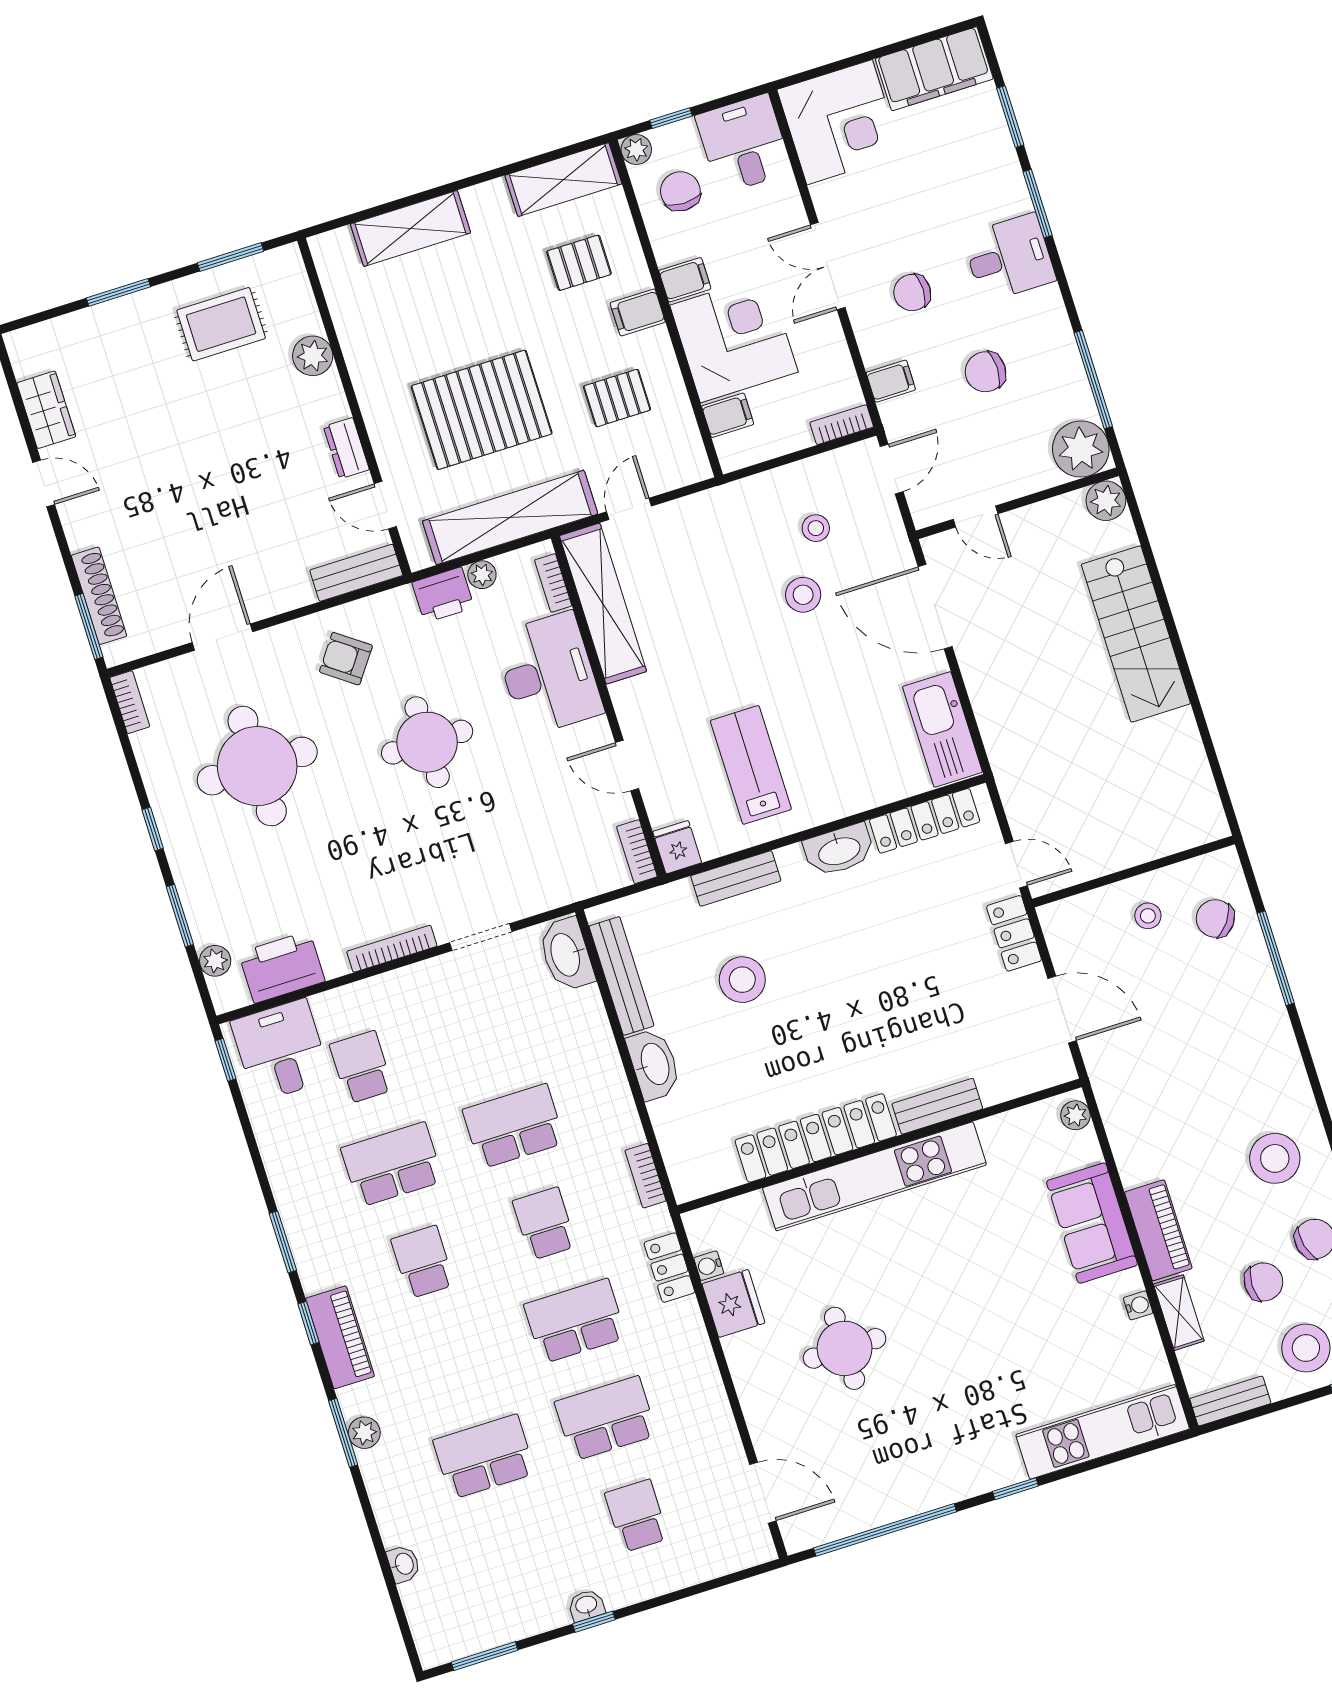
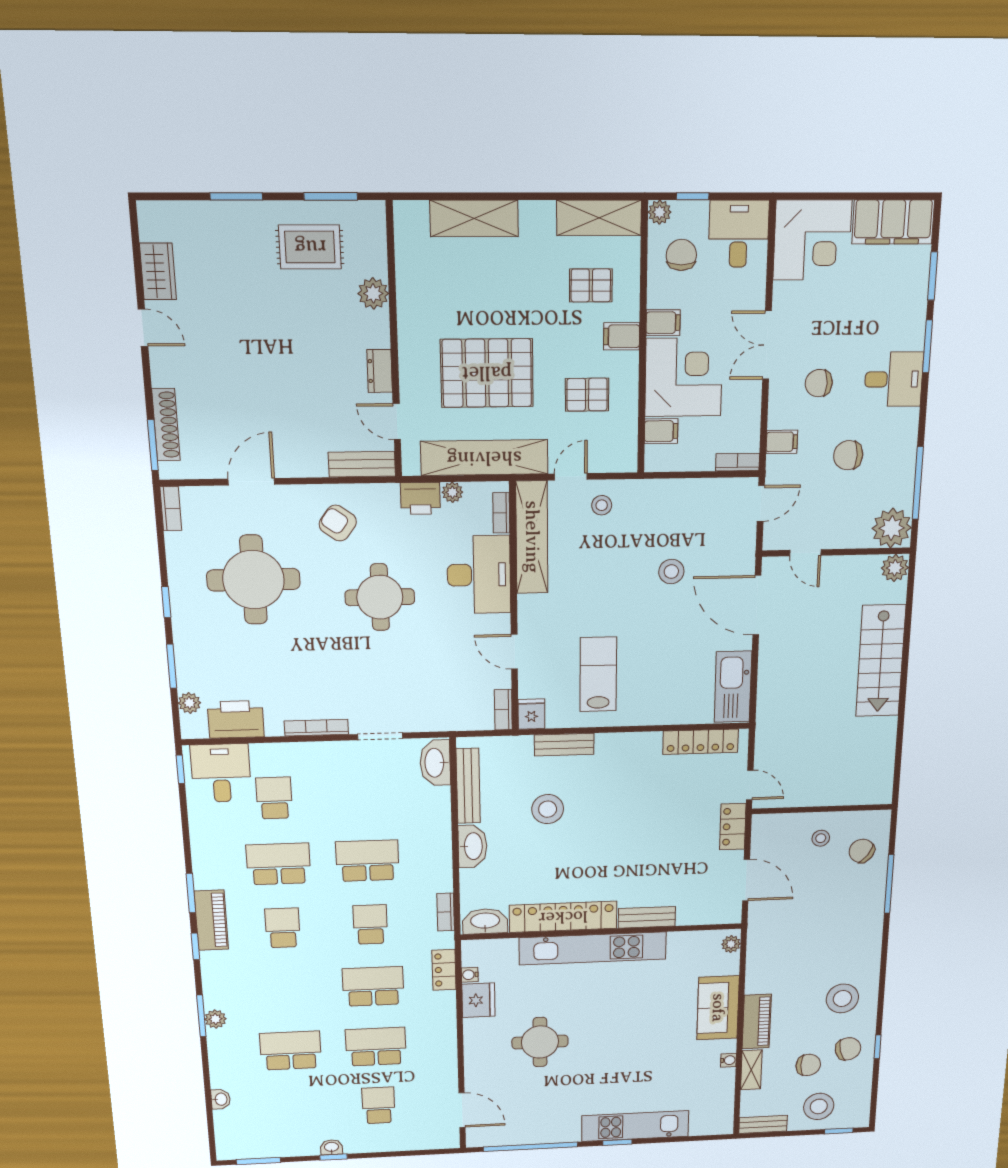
stool: (816, 528) -> (602, 505), moved
washbasin: (839, 850) -> (485, 921), moved, turned 180
piano: (340, 1337) -> (211, 920), moved
kitchen unit: (1103, 1432) -> (635, 1126), moved

